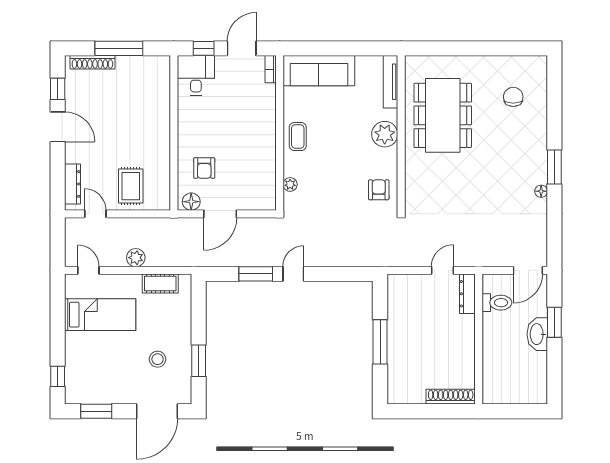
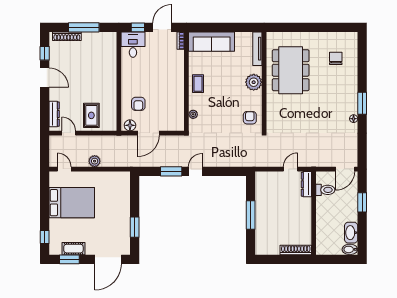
cot: (160, 283) -> (73, 249), moved
bed: (100, 315) -> (72, 203), width x1.50
washbasin: (537, 334) -> (351, 233), moved
stool: (158, 359) -> (108, 226), removed
bidet: (535, 396) -> (350, 249), added

